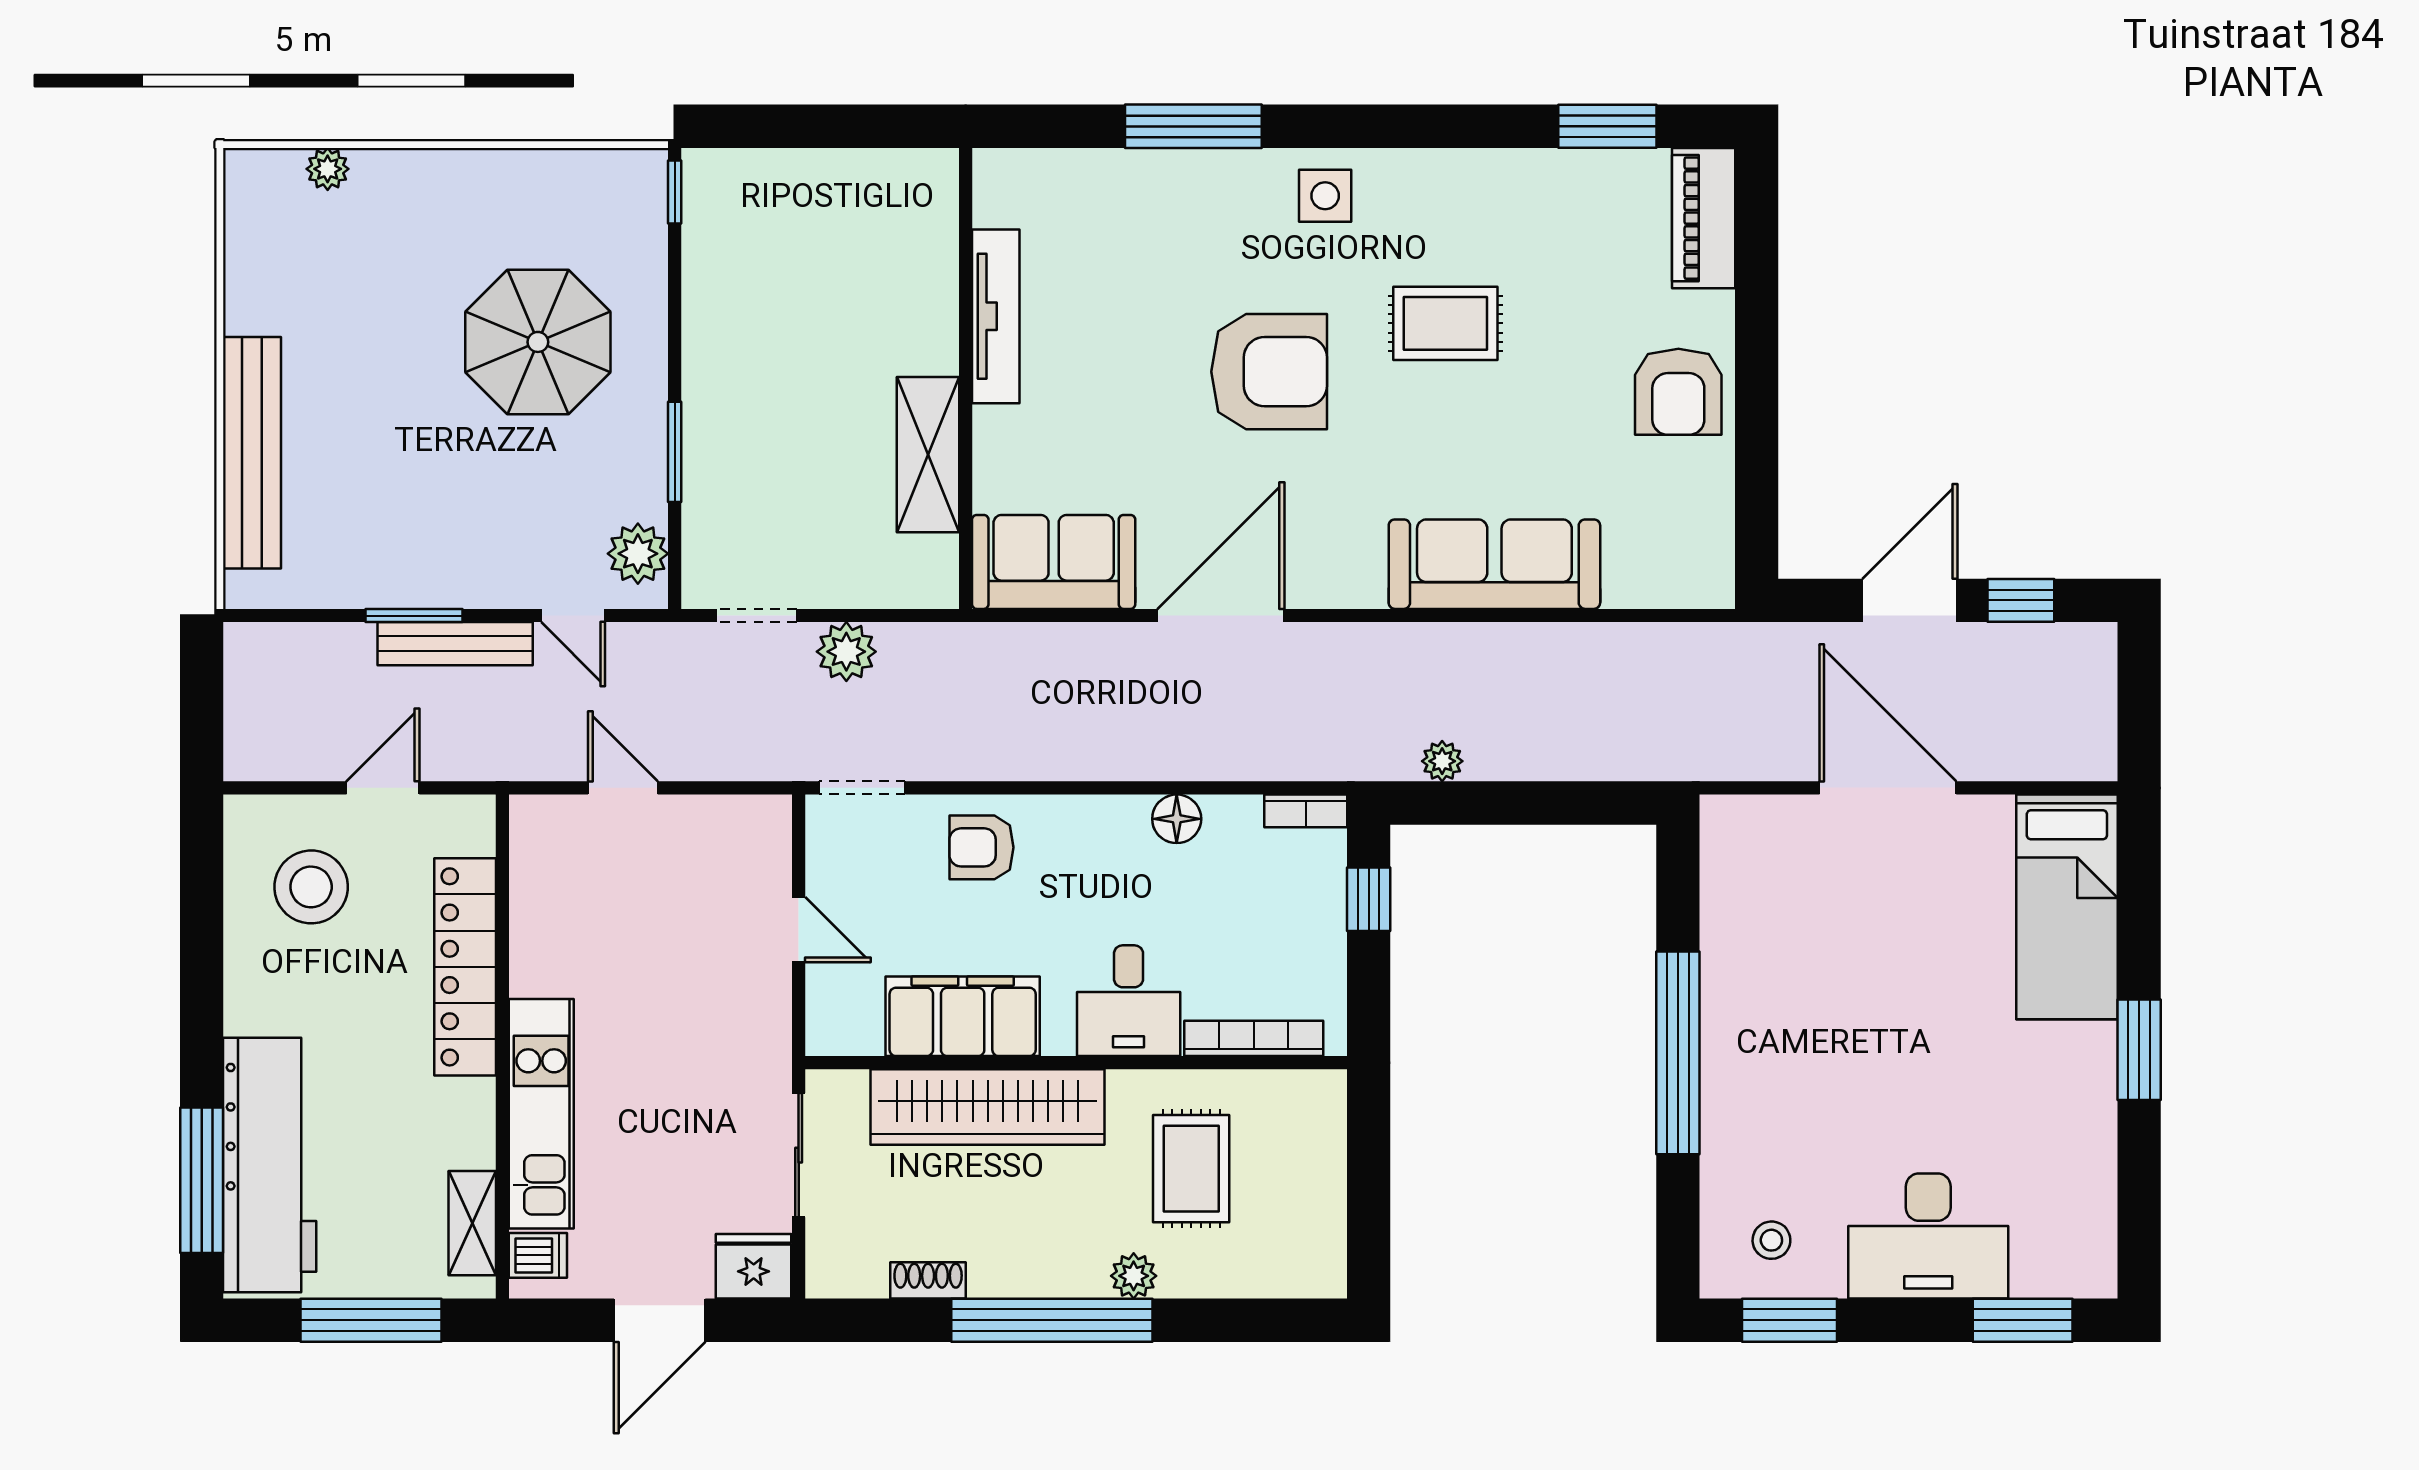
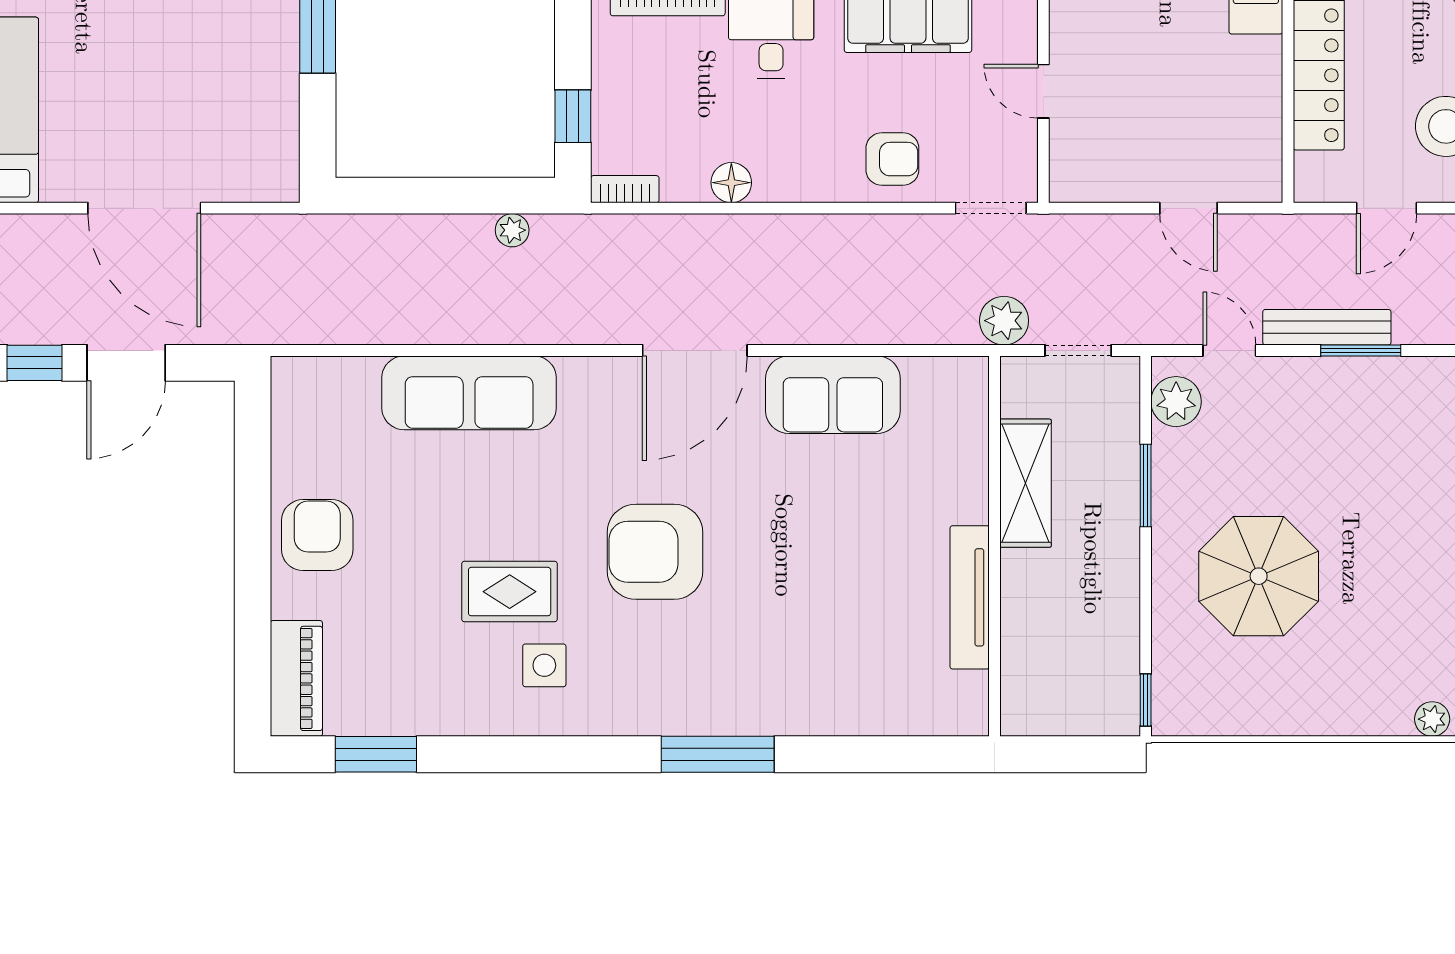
side table: (1325, 196) -> (544, 665), moved
tv unit: (996, 316) -> (970, 597), moved
wall: (966, 378) -> (994, 546), moved
shelving: (928, 455) -> (1025, 483), moved

